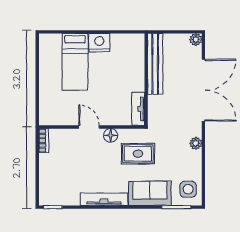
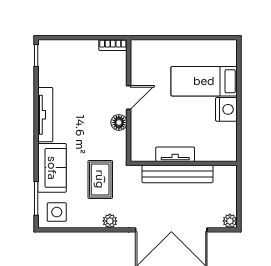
bench: (155, 64) -> (177, 174), moved
tv unit: (138, 109) -> (175, 154), moved
rug: (138, 154) -> (100, 179), moved

